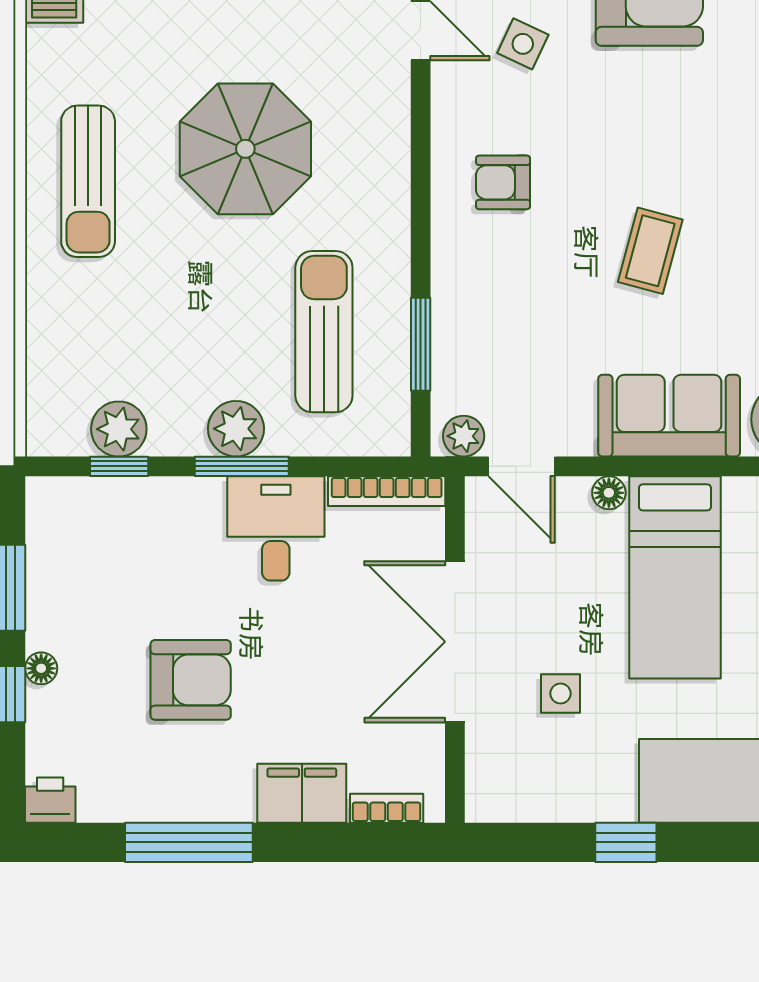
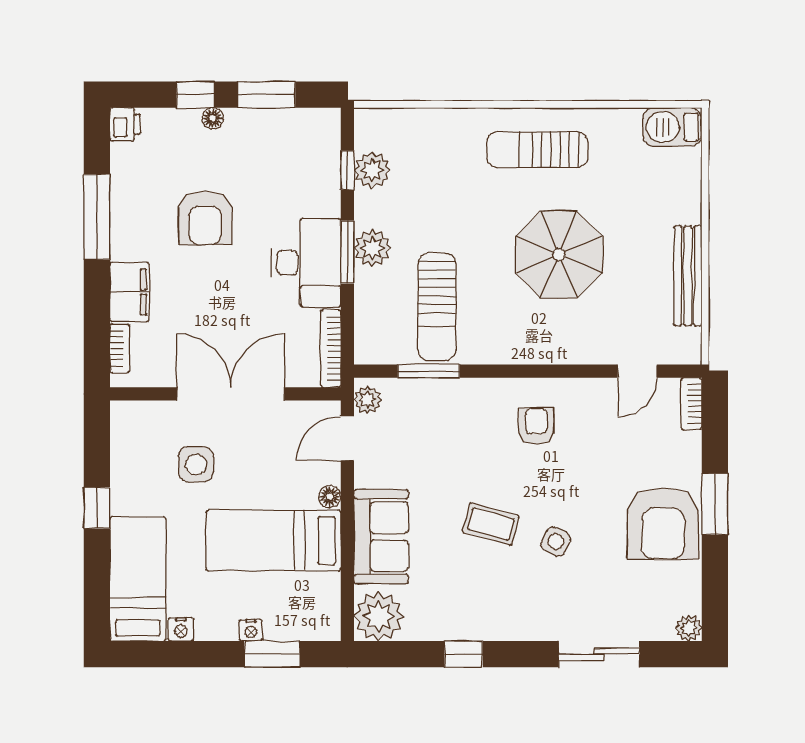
side table: (523, 44) -> (556, 542), moved
sun lounger: (324, 332) -> (437, 307), turned 90
desk: (276, 528) -> (306, 263), width x1.37
side table: (560, 693) -> (196, 464), width x1.37, depth x1.37

